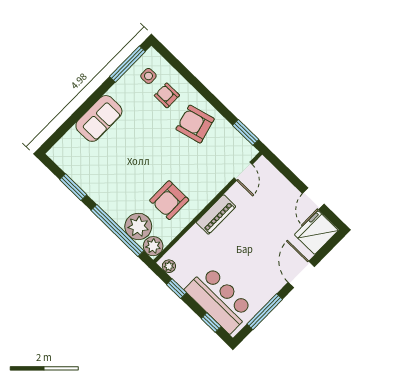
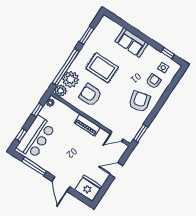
window: (127, 64) -> (168, 53), width x0.46
rug: (130, 173) -> (102, 68), added
door: (313, 199) -> (116, 170), moved
door: (301, 274) -> (61, 184), swing flipped

